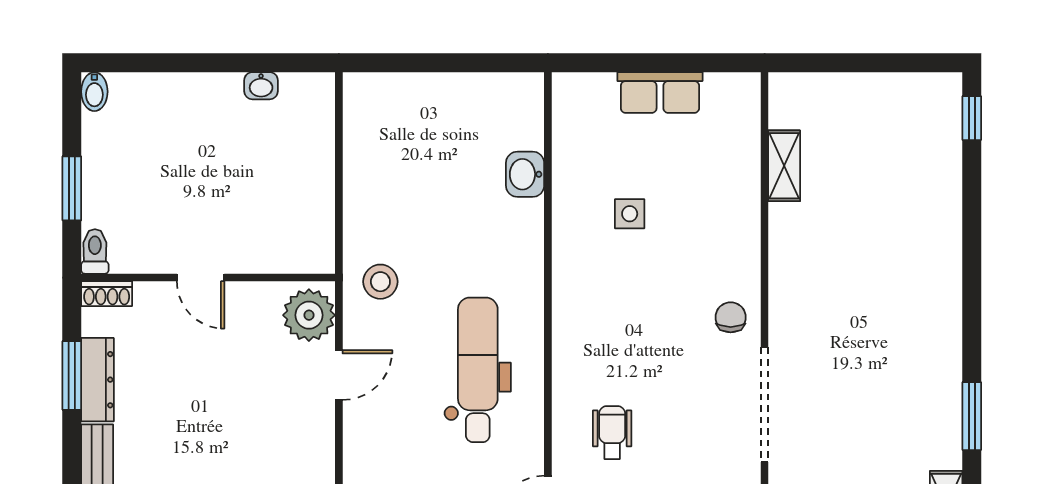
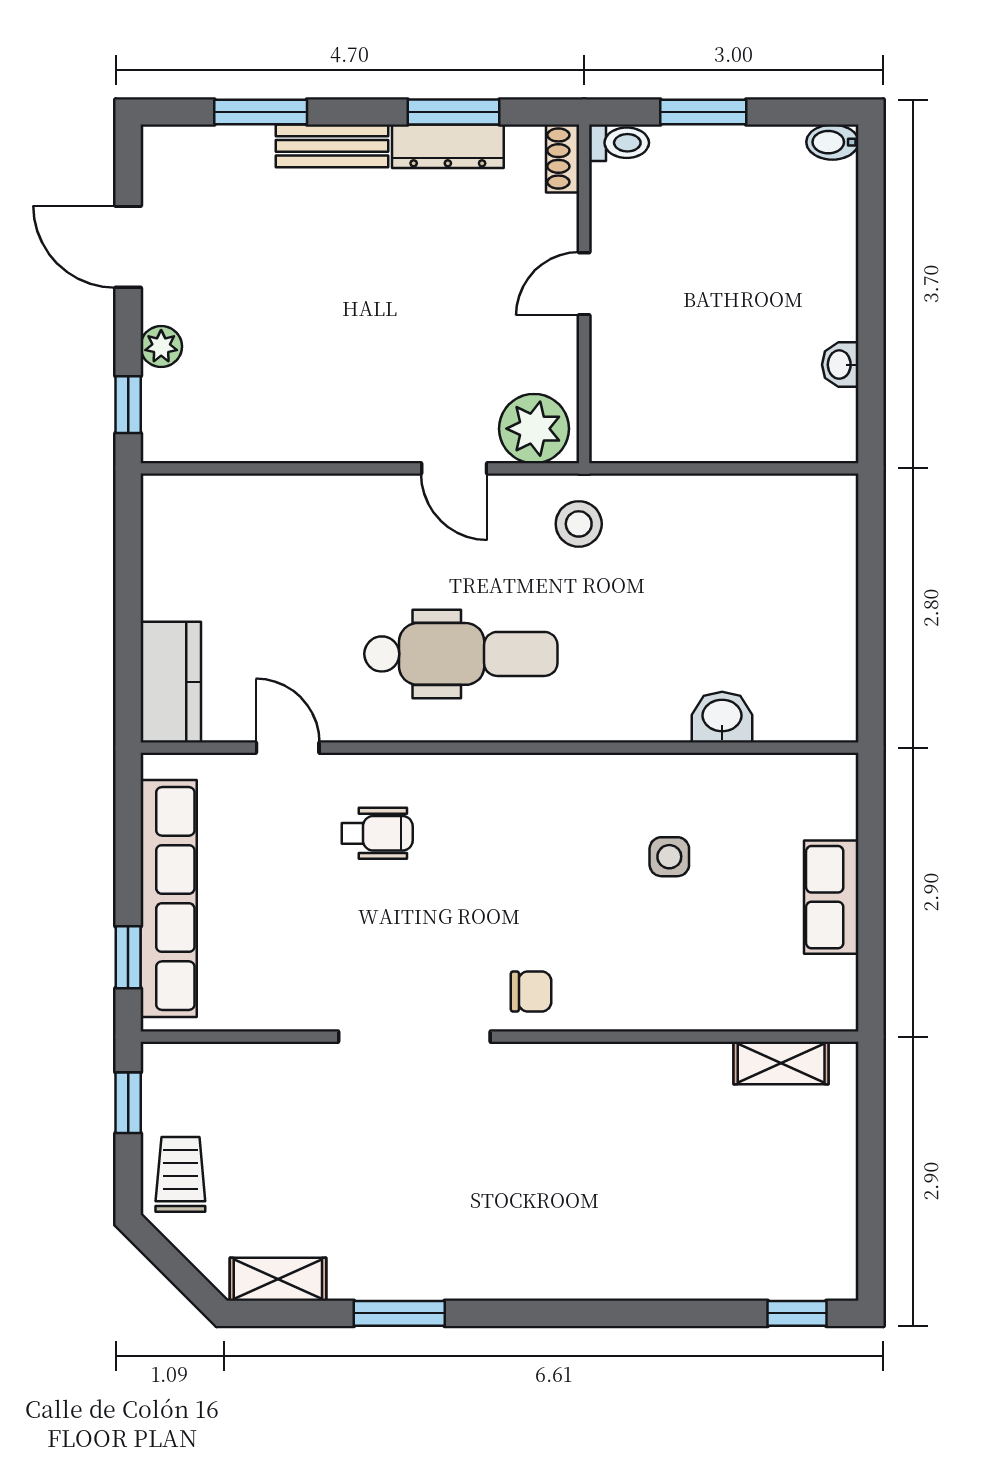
shelving: (784, 166) -> (781, 1063), moved

